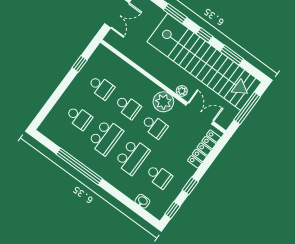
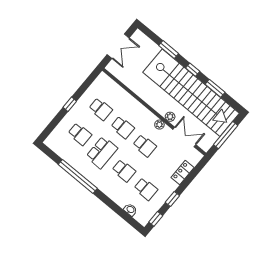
window: (80, 64) -> (70, 104), moved
plant: (163, 102) -> (159, 125), width x0.53, depth x0.53
locker: (204, 149) -> (182, 173), width x0.66
school desk: (132, 157) -> (124, 171), width x0.54

